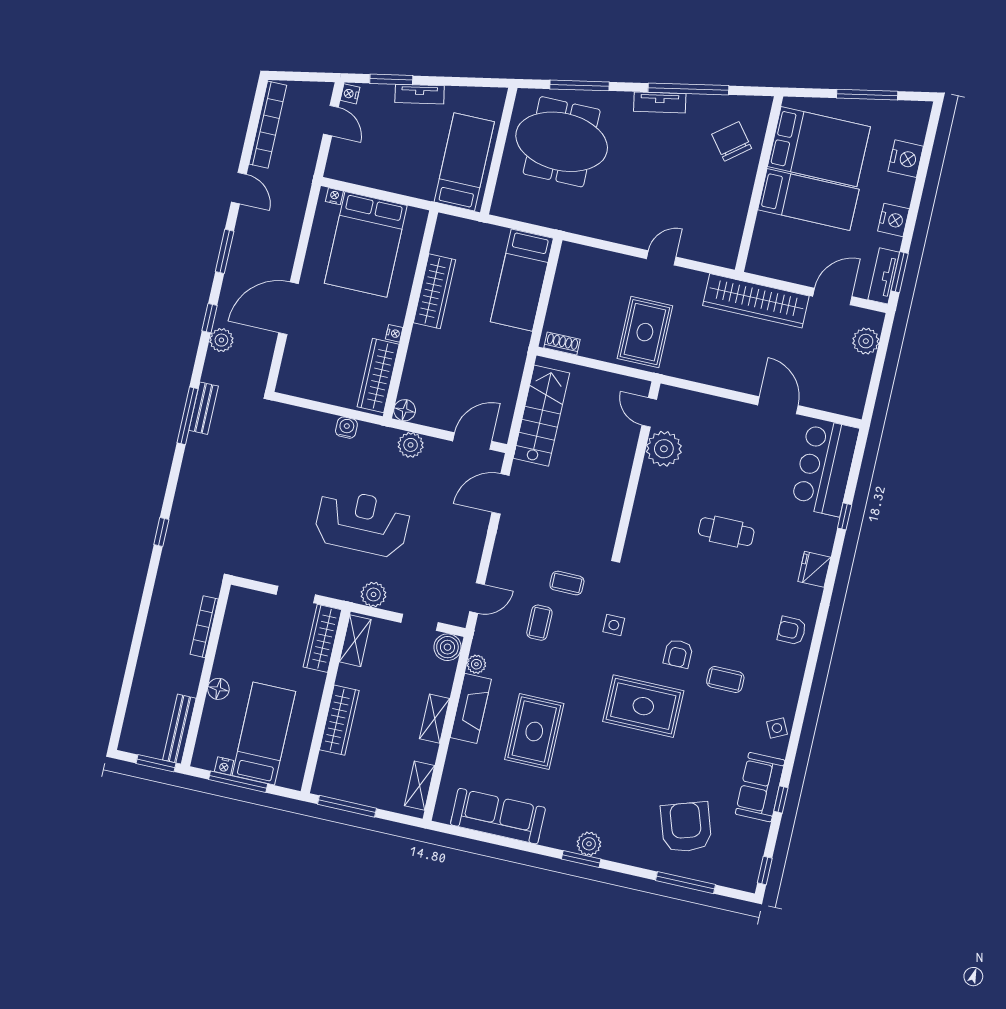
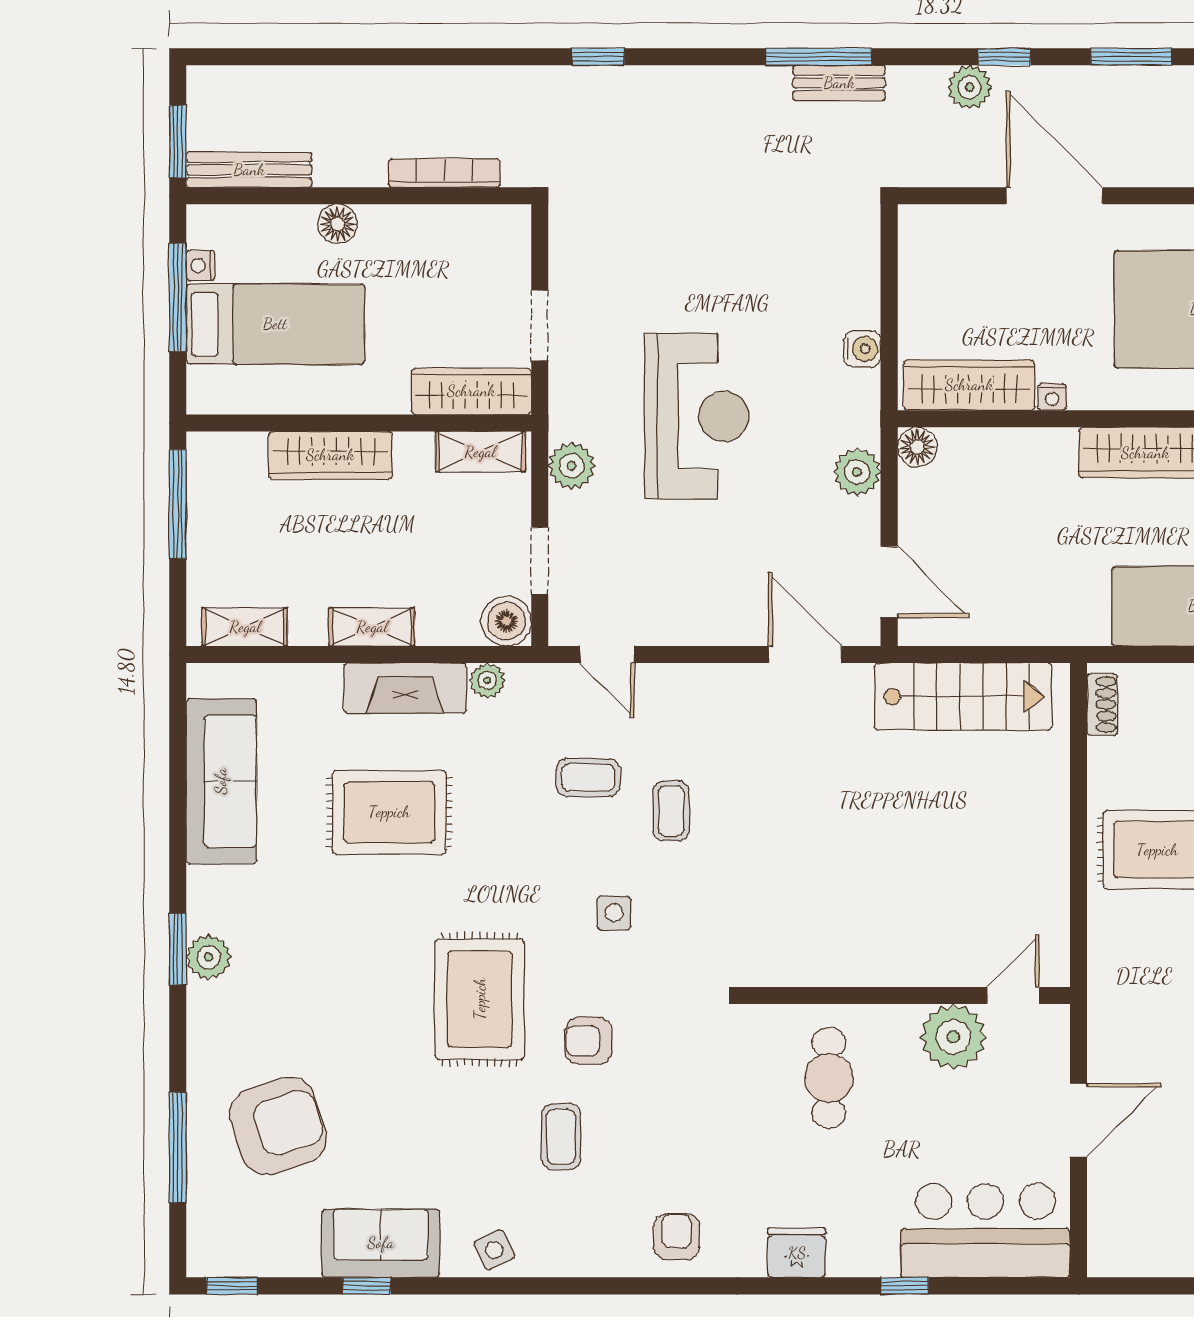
door: (649, 412) -> (1013, 995), moved
plant: (664, 449) -> (953, 1037), moved
wall: (637, 468) -> (908, 995), moved

